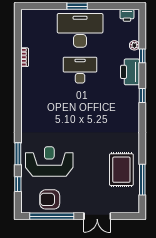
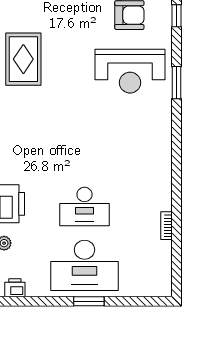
window: (18, 184) -> (177, 16), moved

